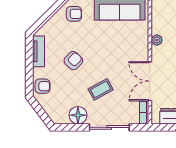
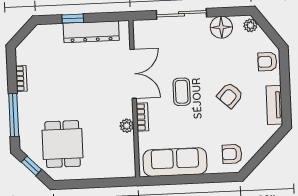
coffee table: (101, 89) -> (182, 92), moved, turned -61
bookcase: (144, 113) -> (142, 117), moved
plant: (55, 116) -> (250, 25), added

